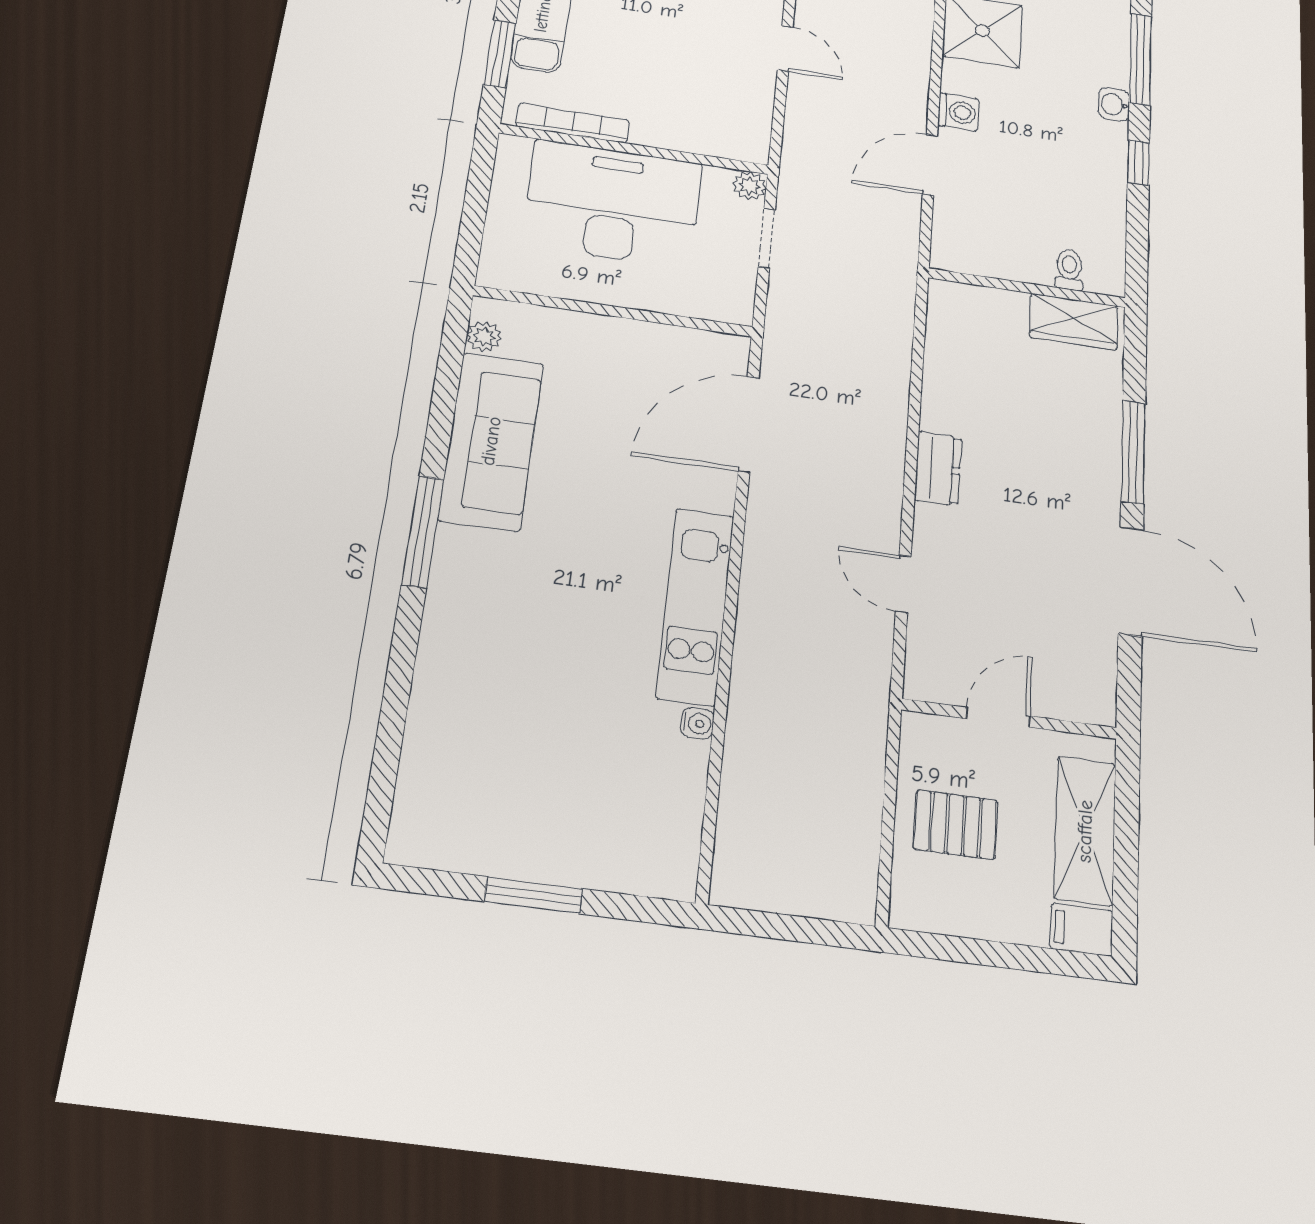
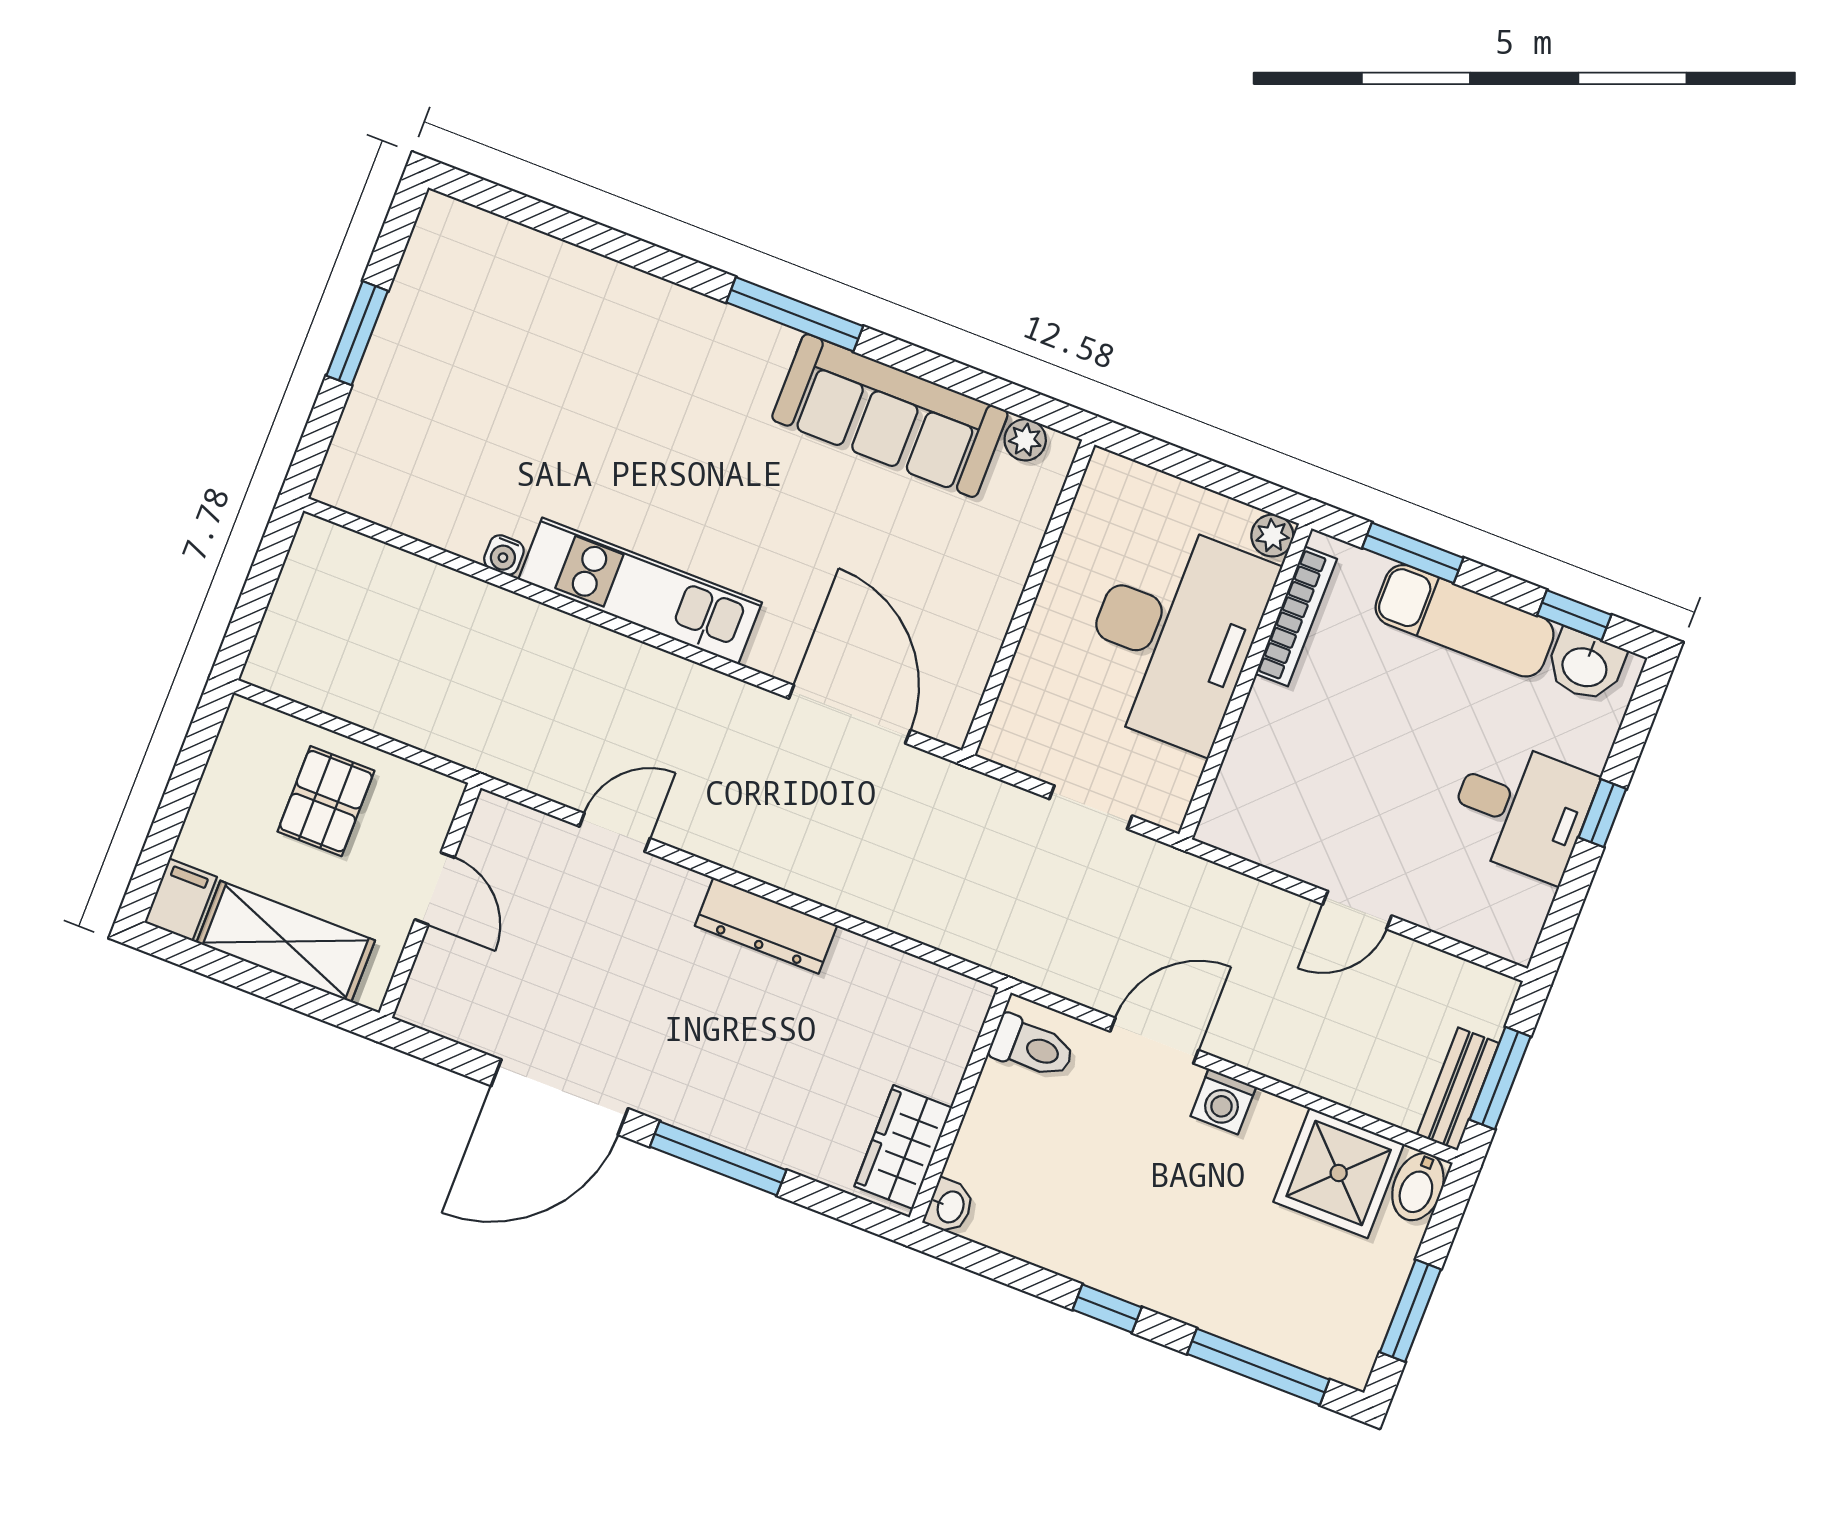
washbasin: (1114, 104) -> (949, 1206), moved, turned 90
door: (930, 165) -> (1154, 1041), hinge flipped
plant: (749, 186) -> (1272, 536), moved
toilet: (1069, 270) -> (1032, 1047), moved, width x1.37, depth x1.39
dresser: (938, 468) -> (766, 926), width x1.44

